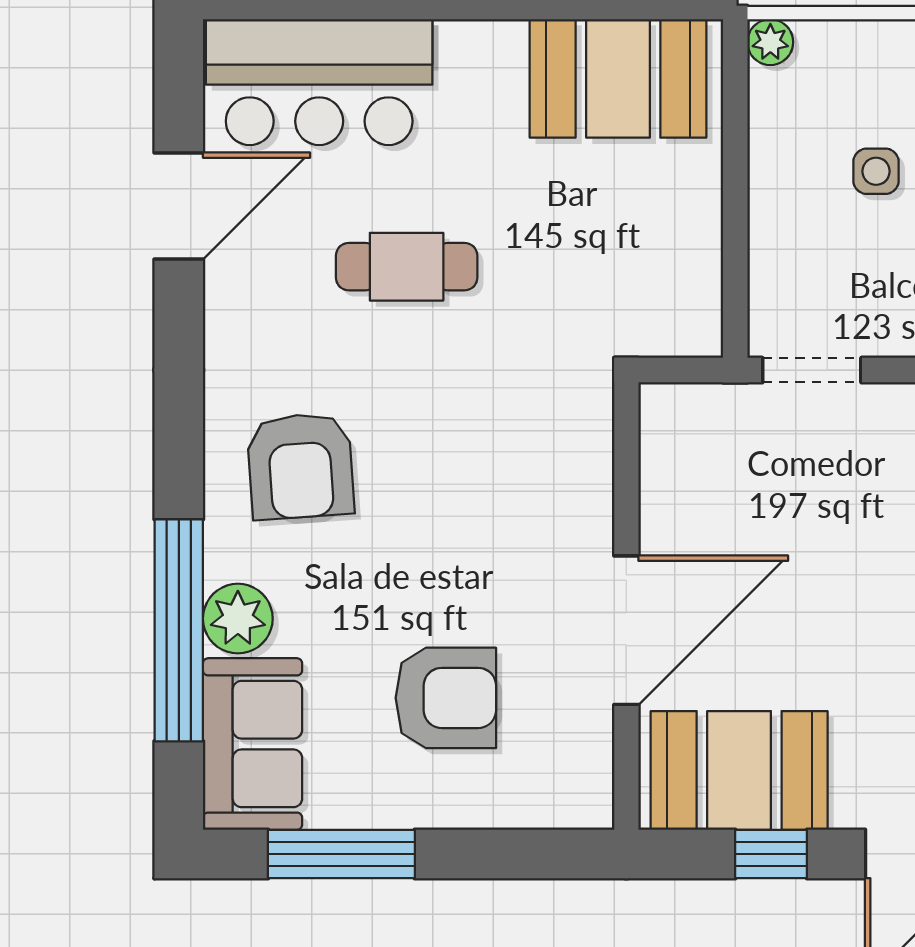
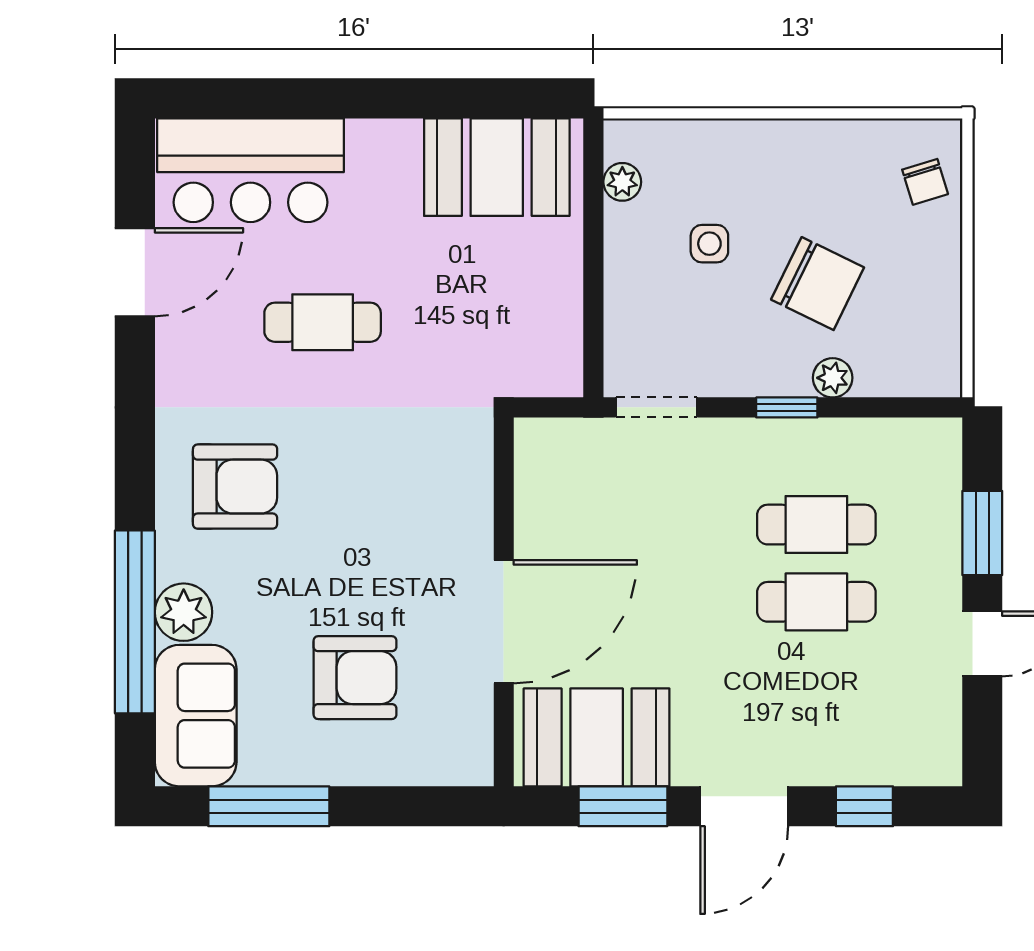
plant: (770, 42) -> (622, 182), moved
armchair: (300, 466) -> (235, 487), turned -86
window: (771, 854) -> (623, 806), width x1.50

